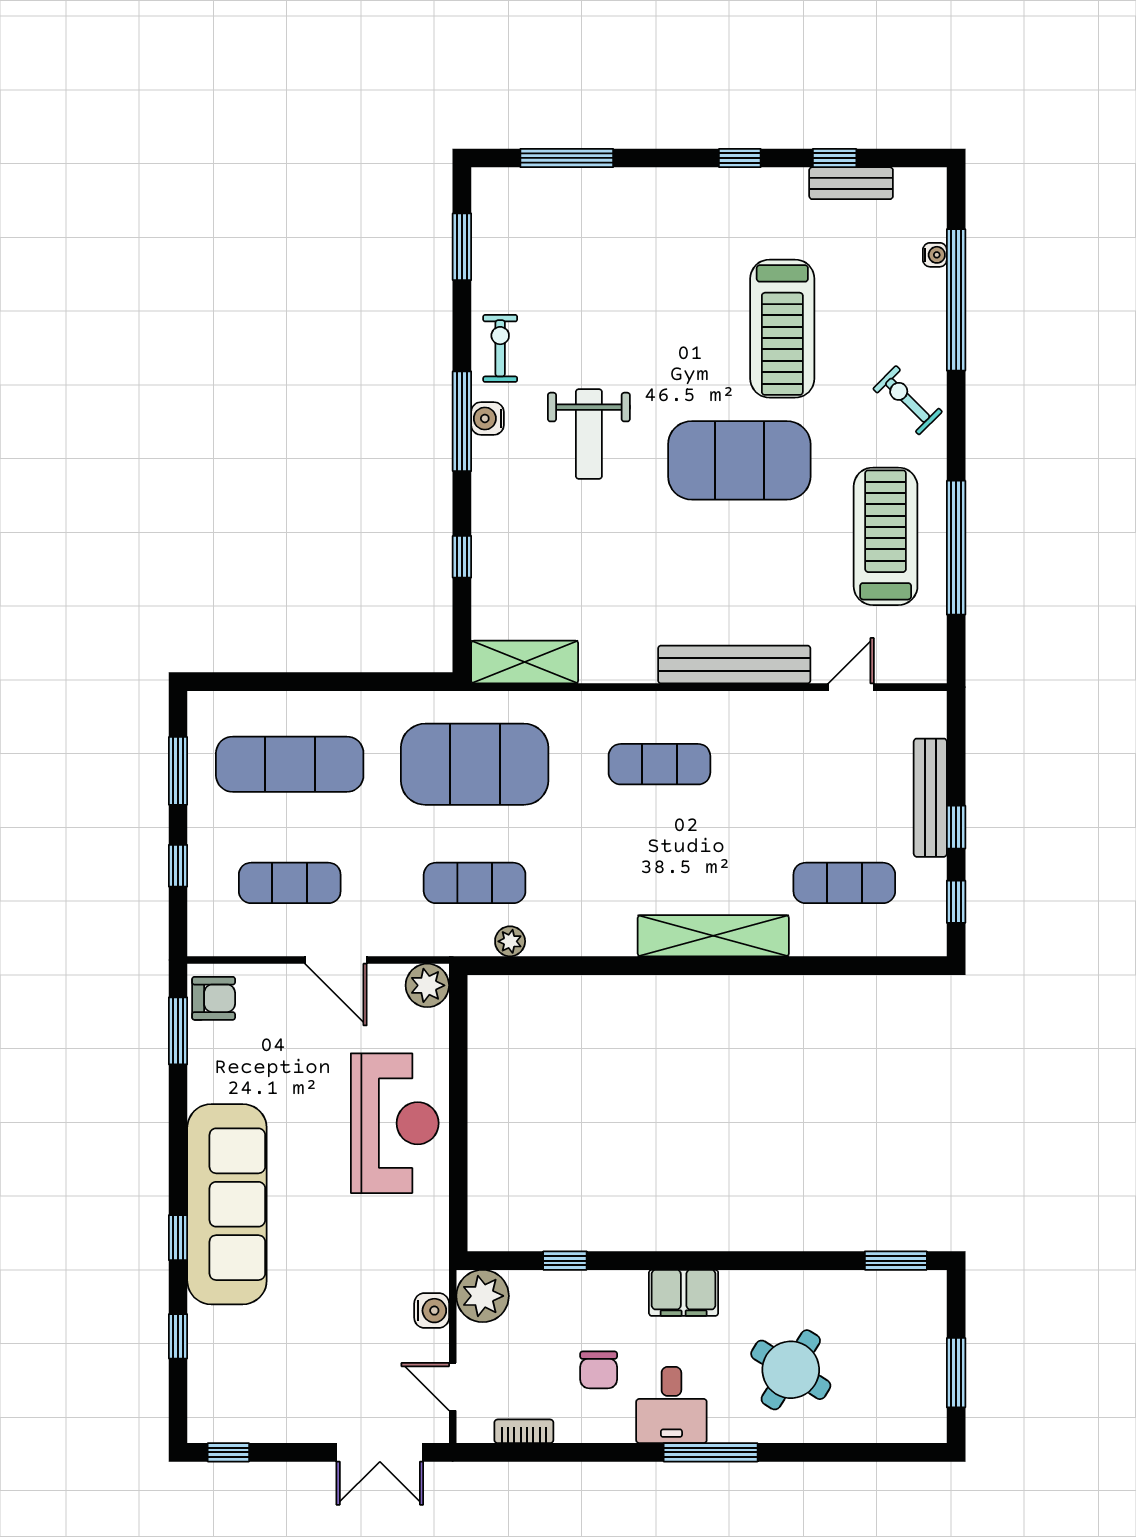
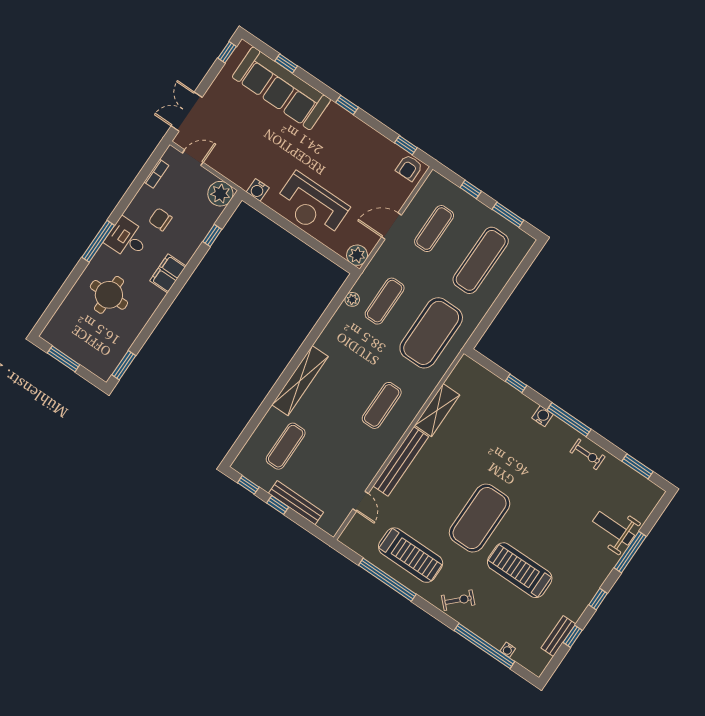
window: (567, 158) -> (630, 552), moved
water cooler: (487, 418) -> (542, 416), moved
weight bench: (589, 434) -> (614, 528), moved
shelving: (525, 662) -> (437, 410), moved
window: (178, 1031) -> (406, 145), width x0.67
sofa: (227, 1204) -> (281, 88), moved
window: (178, 1238) -> (347, 105), moved
water cooler: (432, 1311) -> (258, 190), moved
round table: (791, 1370) -> (109, 295), turned -32

